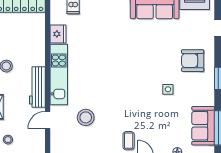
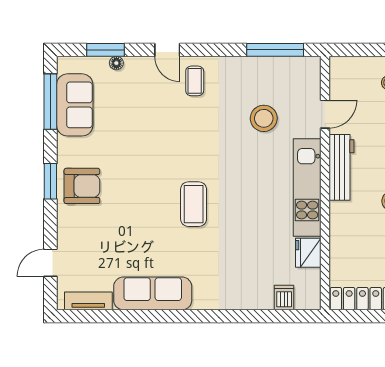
armchair: (193, 61) -> (82, 186), moved
coffee table: (129, 64) -> (194, 204), added
side table: (168, 89) -> (131, 164), removed

